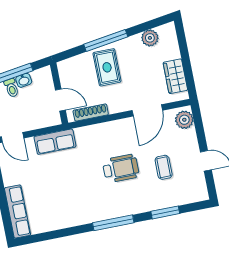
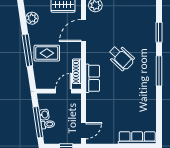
door: (147, 110) -> (83, 30), swing flipped
row of seats: (55, 142) -> (93, 78), moved
coffee table: (164, 167) -> (126, 27), removed
wheelchair: (121, 168) -> (121, 58), turned 133

